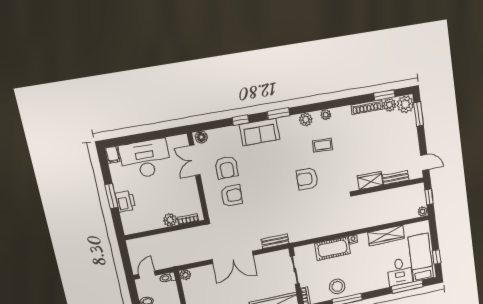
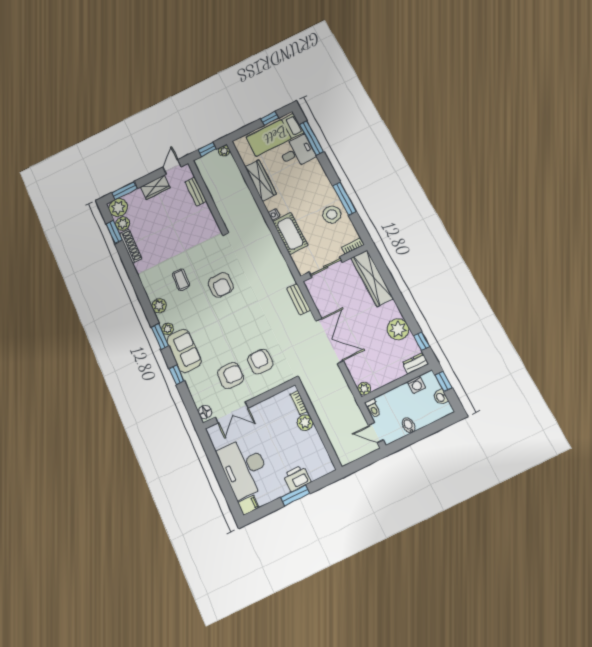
plant: (326, 115) -> (168, 329), moved
wardrobe: (370, 181) -> (155, 187), moved, turned -90

